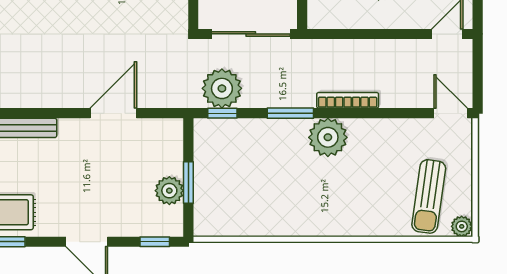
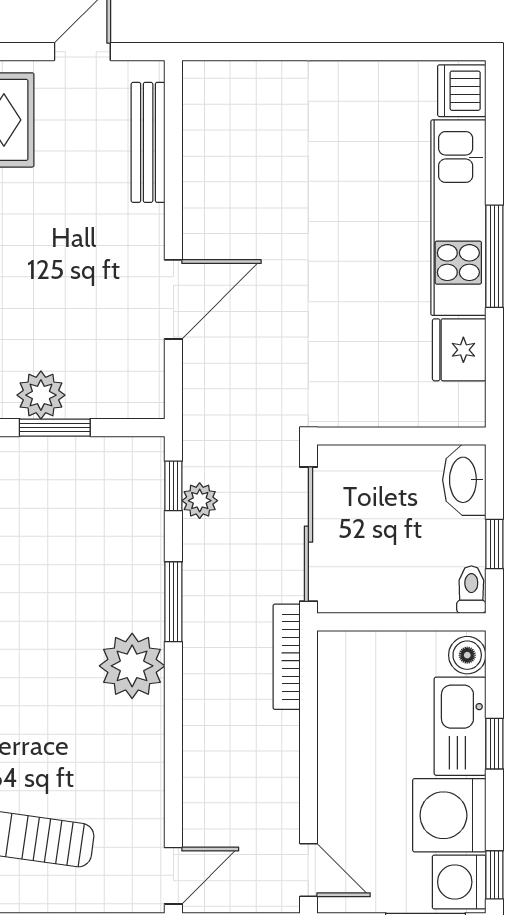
plant: (222, 88) -> (200, 501), width x0.53, depth x0.53
bookcase: (348, 100) -> (287, 657), moved, turned 180
door: (113, 113) -> (173, 299), hinge flipped

